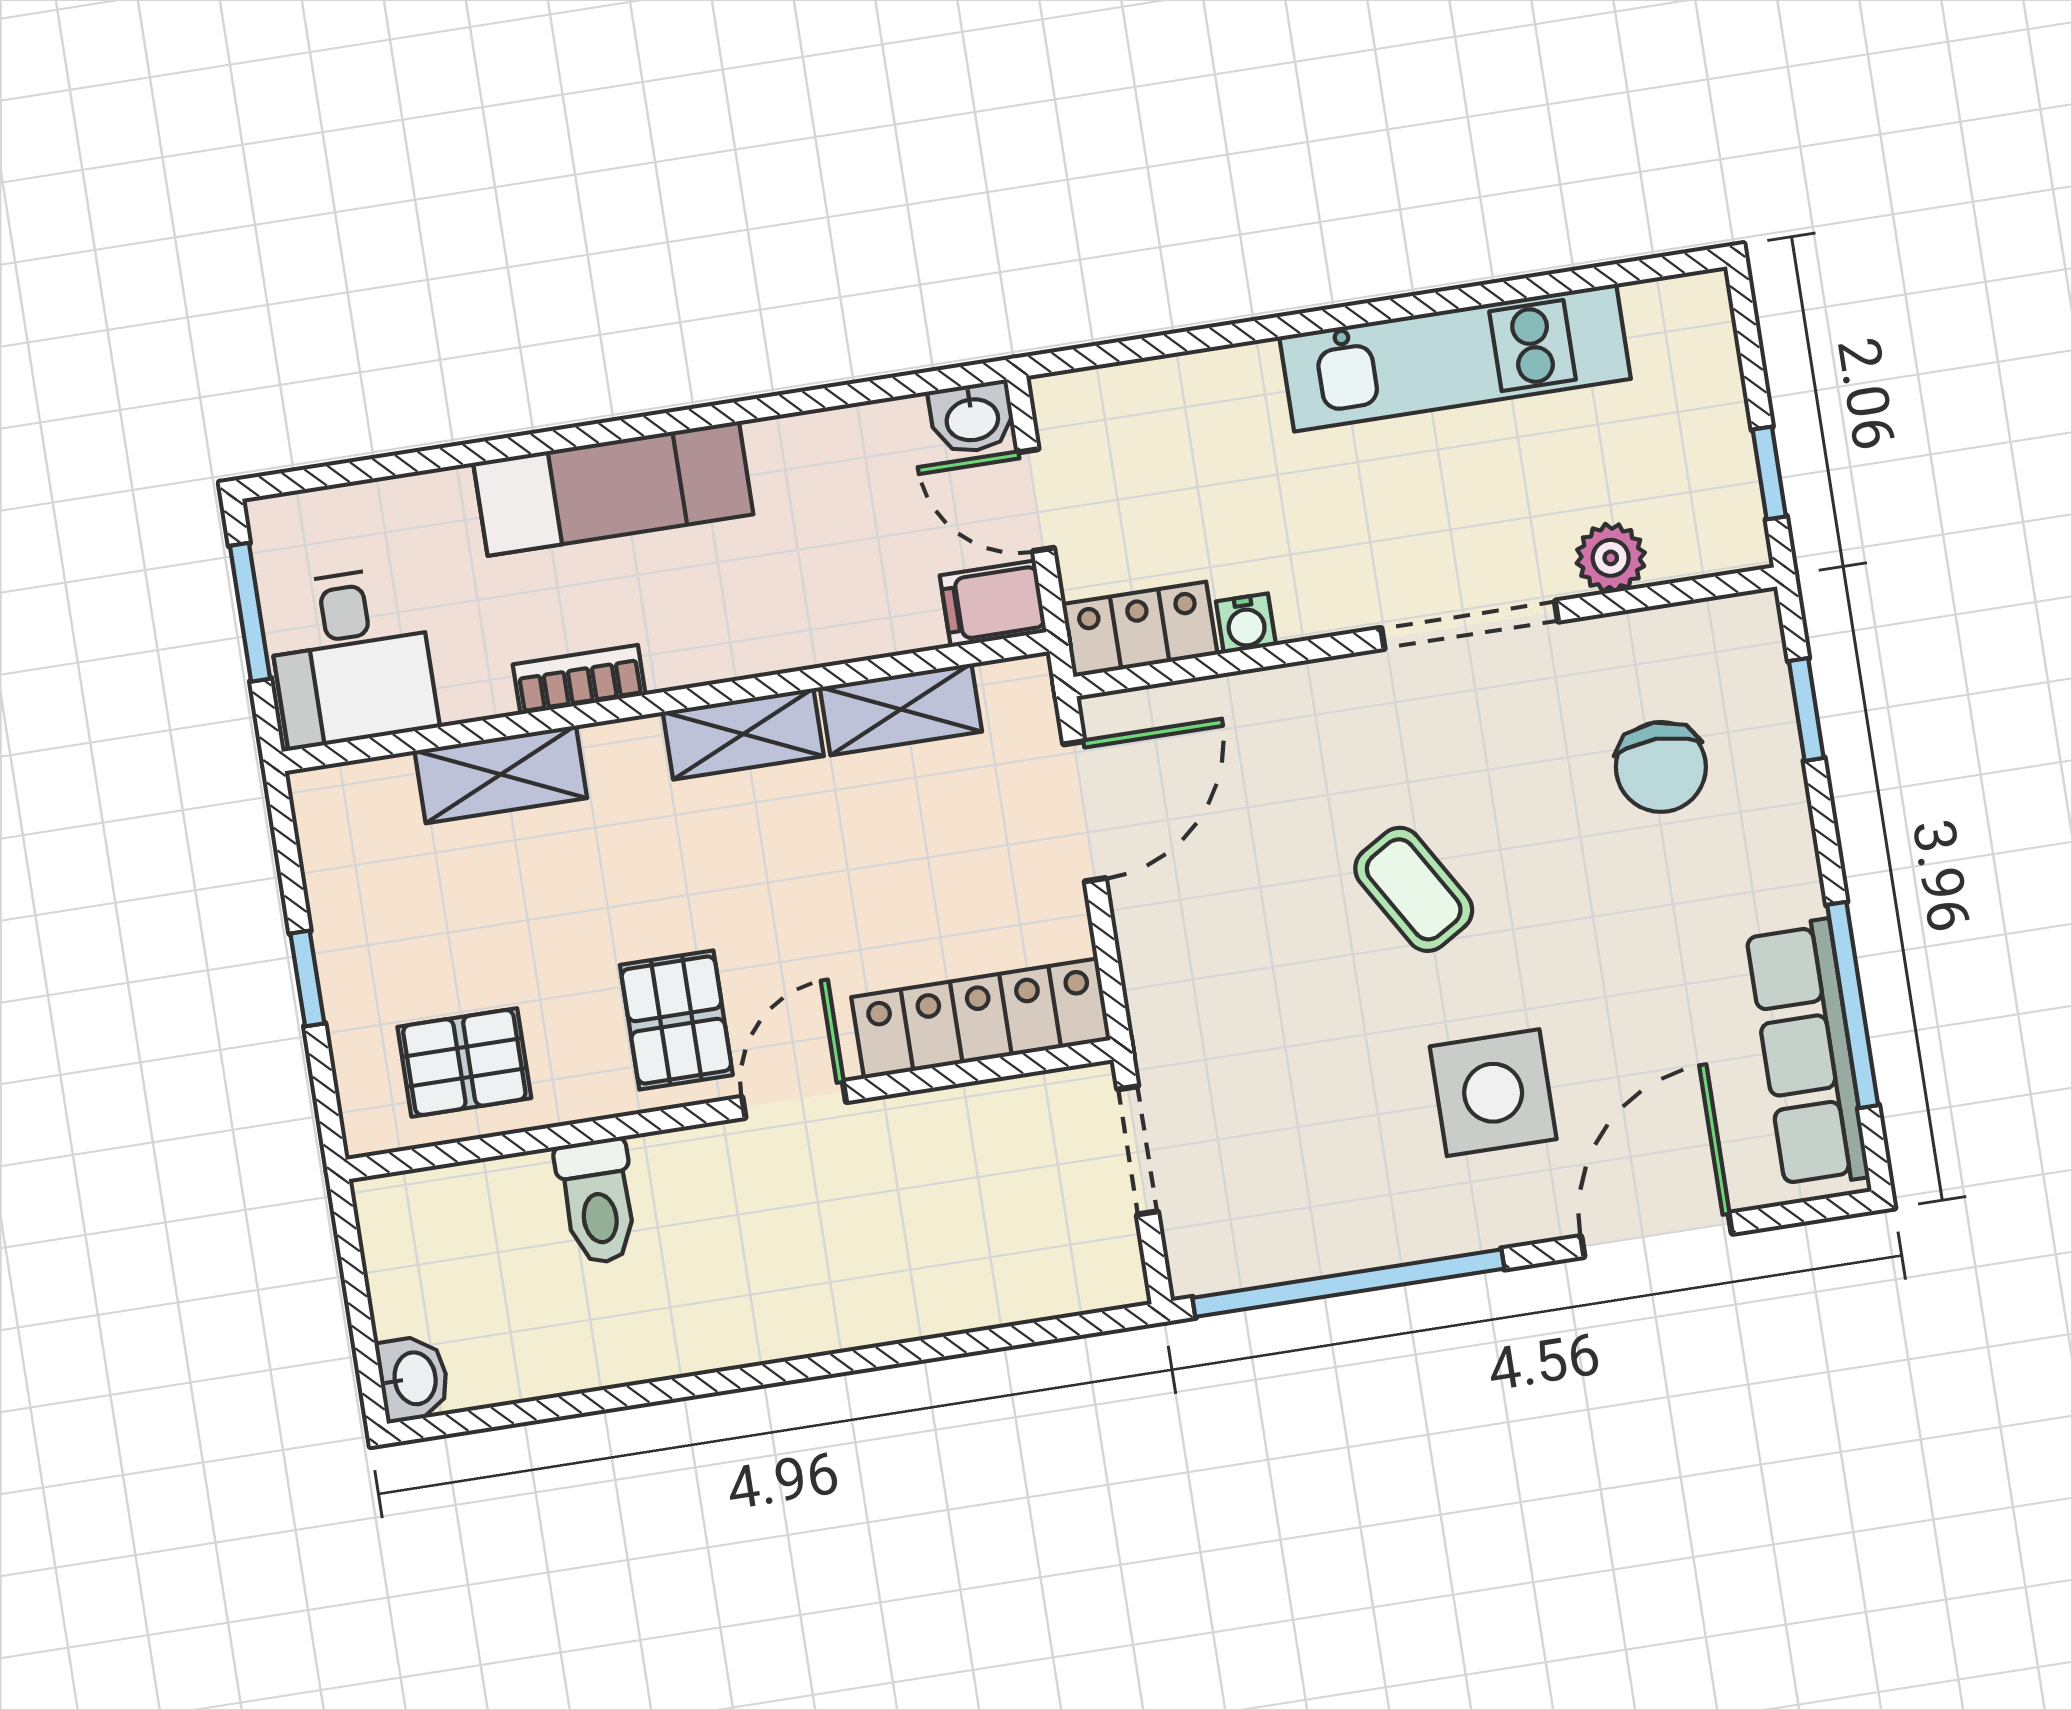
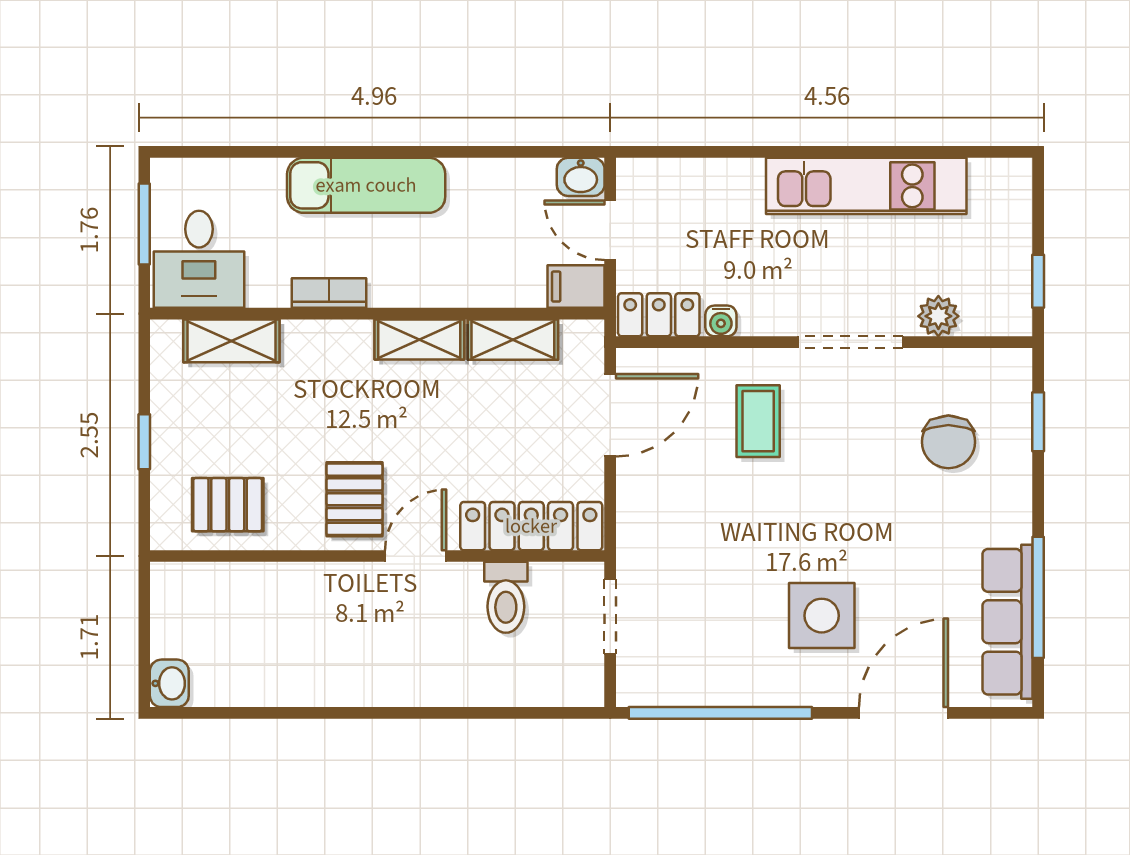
shelving: (501, 774) -> (231, 341), moved
coffee table: (1414, 889) -> (758, 421), moved, turned 31
toilet: (598, 1201) -> (506, 597), moved

